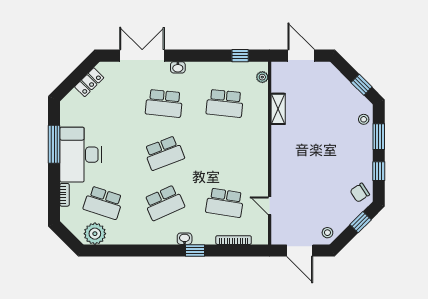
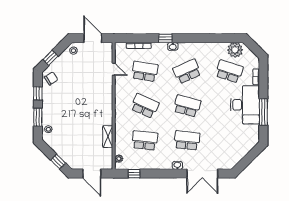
locker: (89, 82) -> (239, 155), removed
window: (362, 85) -> (58, 162), moved
school desk: (164, 153) -> (187, 106), turned 36
school desk: (225, 153) -> (145, 106), added

